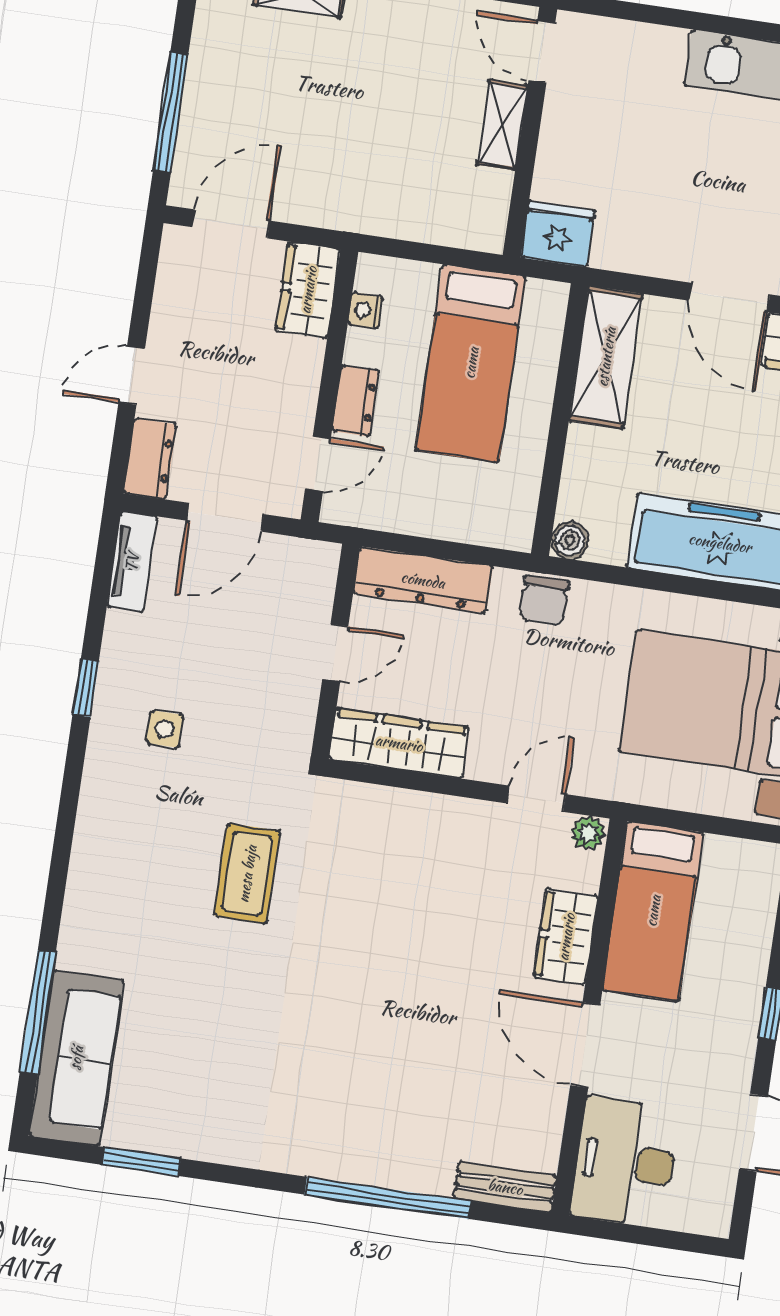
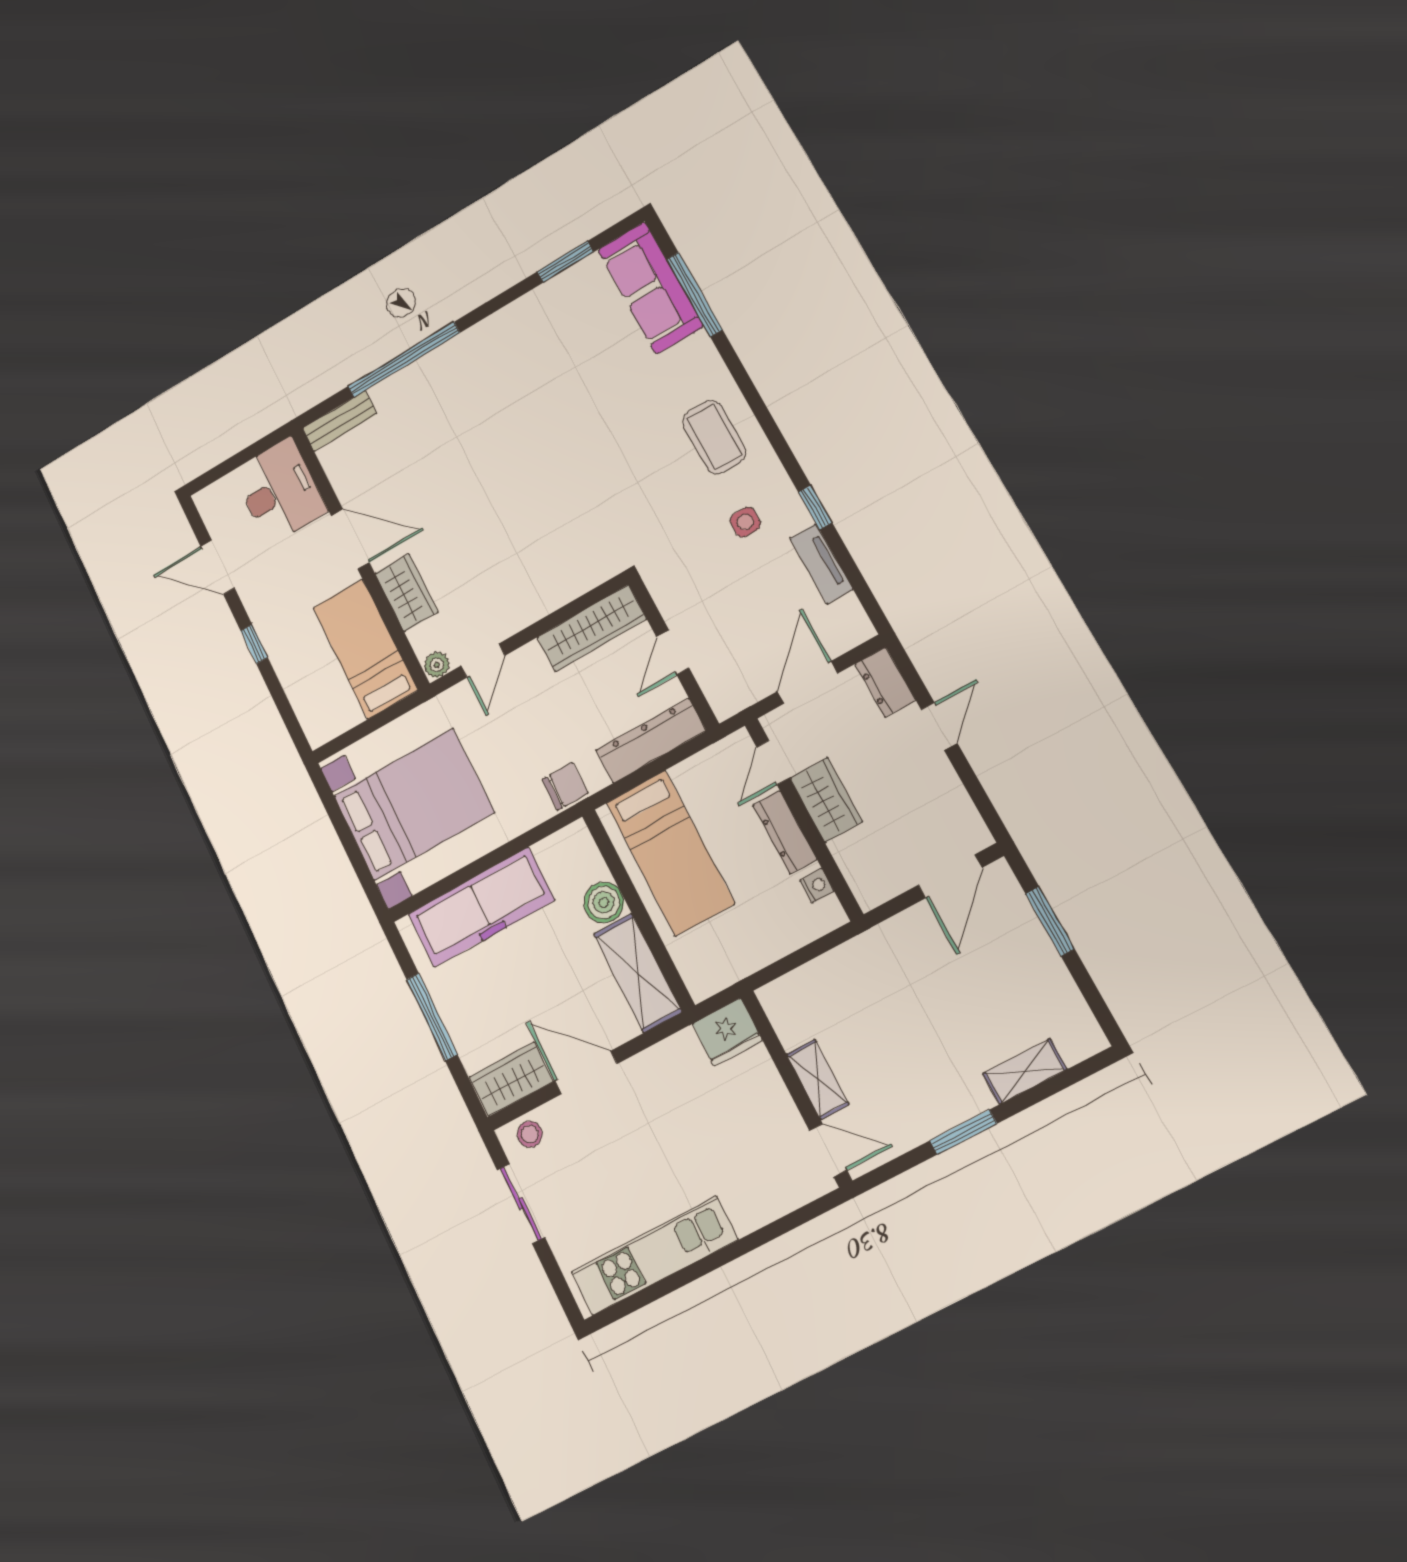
window: (171, 112) -> (1050, 921), width x0.69
wardrobe: (308, 290) -> (826, 800), moved
bed: (471, 363) -> (670, 853), moved, turned 180
dresser: (355, 401) -> (785, 832), width x1.44
boiler: (570, 541) -> (604, 902), moved, width x1.36, depth x1.36
tv unit: (132, 562) -> (821, 564), moved
chair: (544, 601) -> (565, 786), turned 90
coffee table: (247, 874) -> (714, 437), moved

